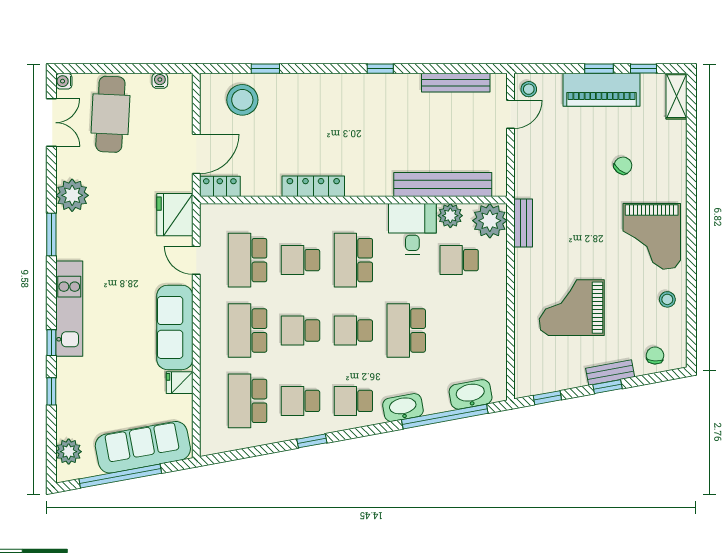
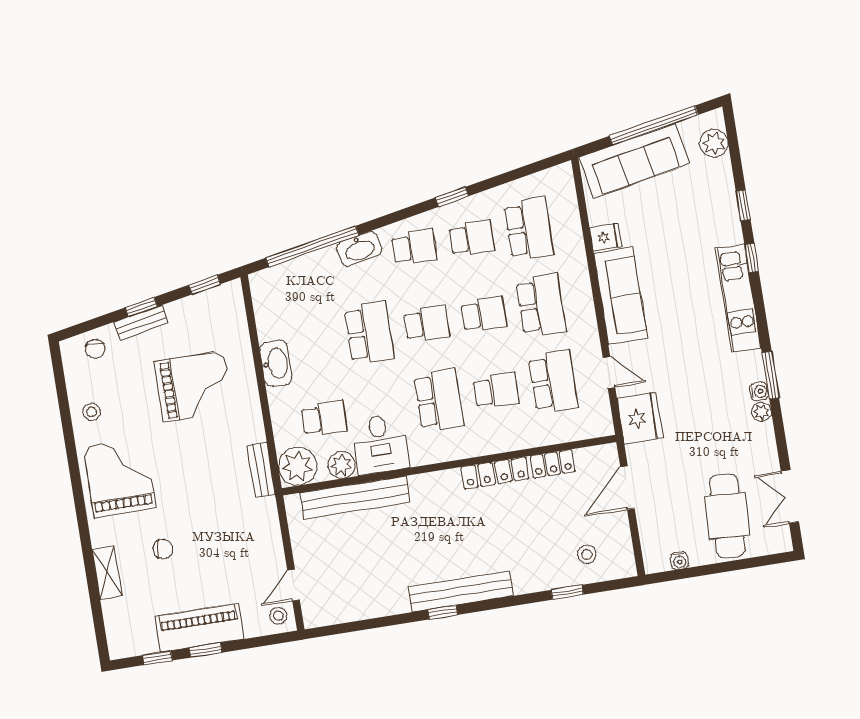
water cooler: (64, 81) -> (759, 391), moved
bench: (456, 83) -> (461, 591), moved, width x1.37, depth x1.21
shelving: (677, 96) -> (107, 573), moved
stool: (242, 100) -> (587, 554), width x0.53, depth x0.53
chair: (623, 166) -> (163, 549), turned -116
locker: (220, 186) -> (553, 464), moved
plant: (72, 195) -> (762, 412), width x0.53, depth x0.53
washbasin: (471, 394) -> (276, 363), moved, turned -80

